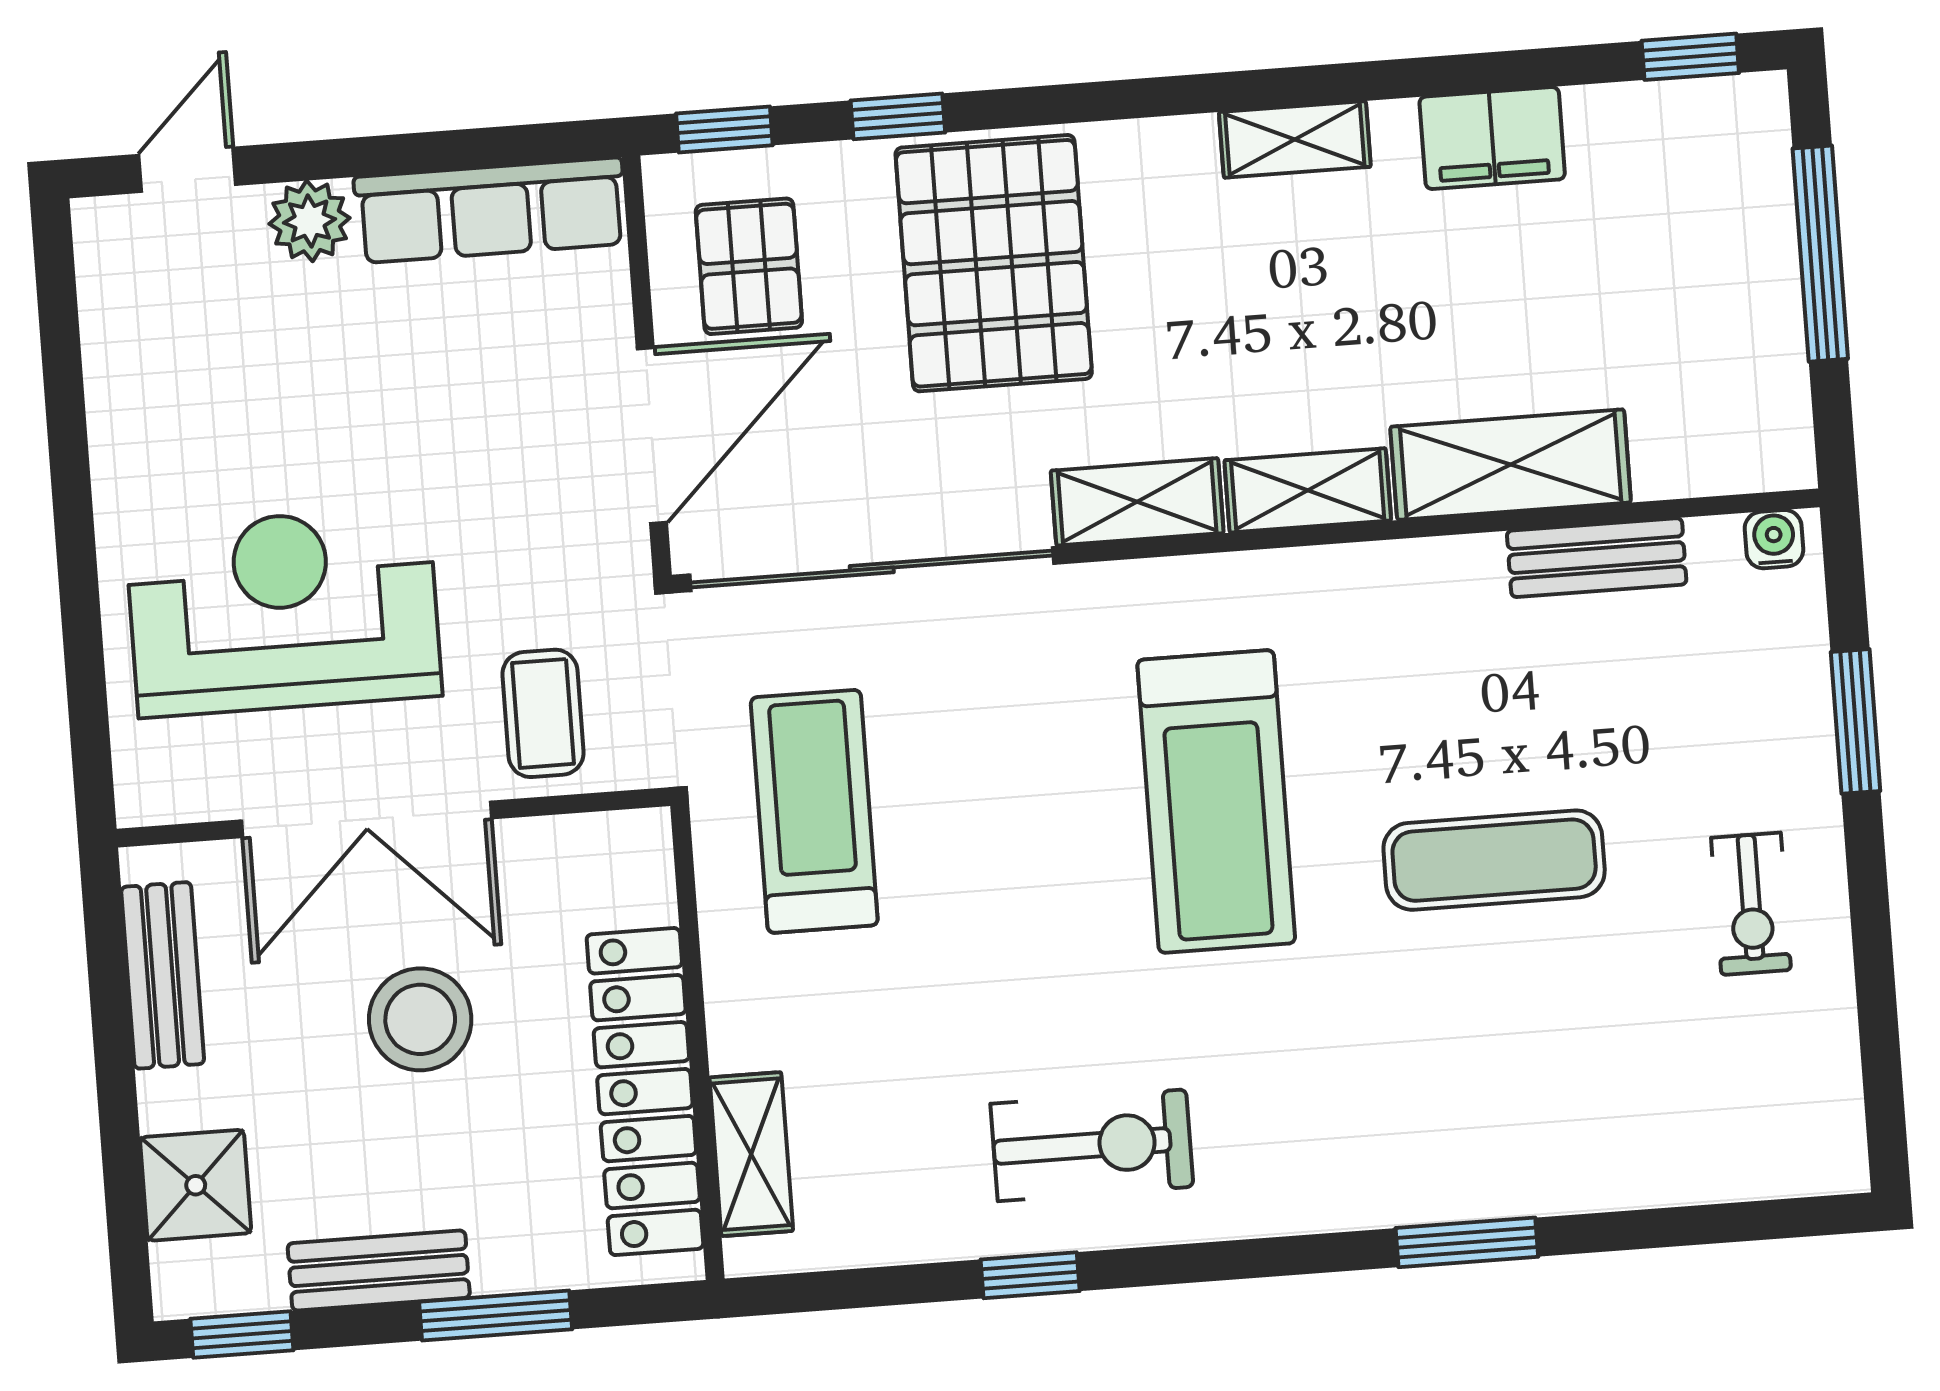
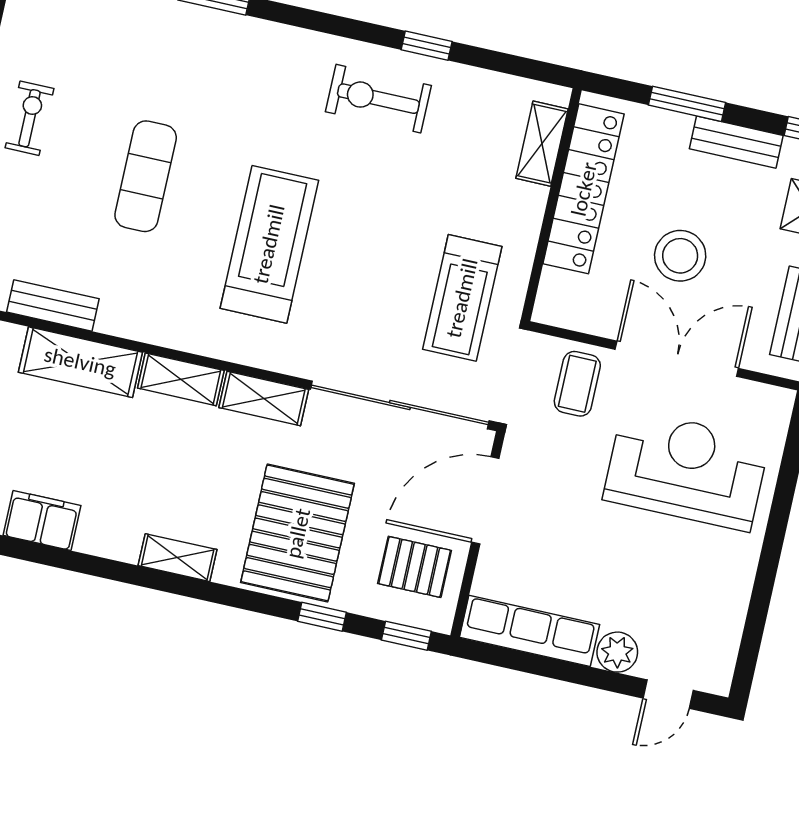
shelving: (1295, 139) -> (178, 558), moved
pallet: (749, 266) -> (415, 567), turned 90
reception desk: (283, 612) -> (686, 470), turned 180
exercise mat: (1494, 860) -> (146, 176), turned 90

